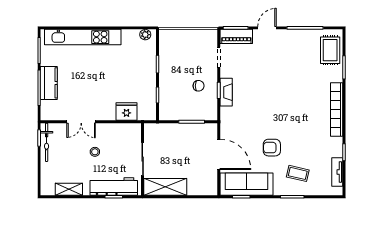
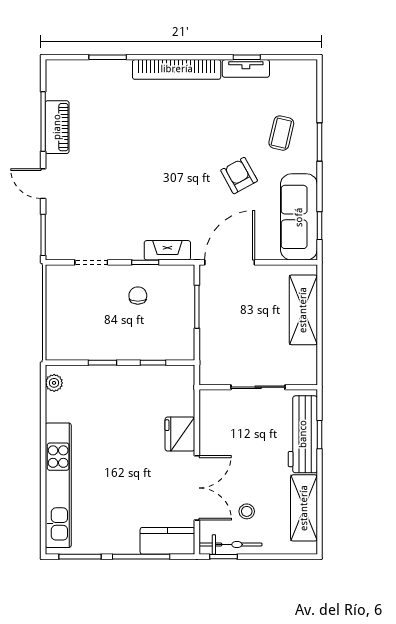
piano: (236, 36) -> (57, 127), moved
rug: (330, 50) -> (80, 80), removed
kitchen counter: (49, 83) -> (167, 541), moved
fireplace: (226, 92) -> (167, 250), moved
fridge: (126, 111) -> (180, 434), moved
double door: (81, 122) -> (197, 488), width x1.37
armchair: (272, 148) -> (239, 176), turned 151
stool: (95, 152) -> (247, 511), moved
door: (219, 154) -> (230, 262), moved
tv unit: (337, 172) -> (246, 68), moved
shelving: (165, 187) -> (303, 310), moved
shelving: (69, 189) -> (304, 508), width x1.50, depth x1.33

